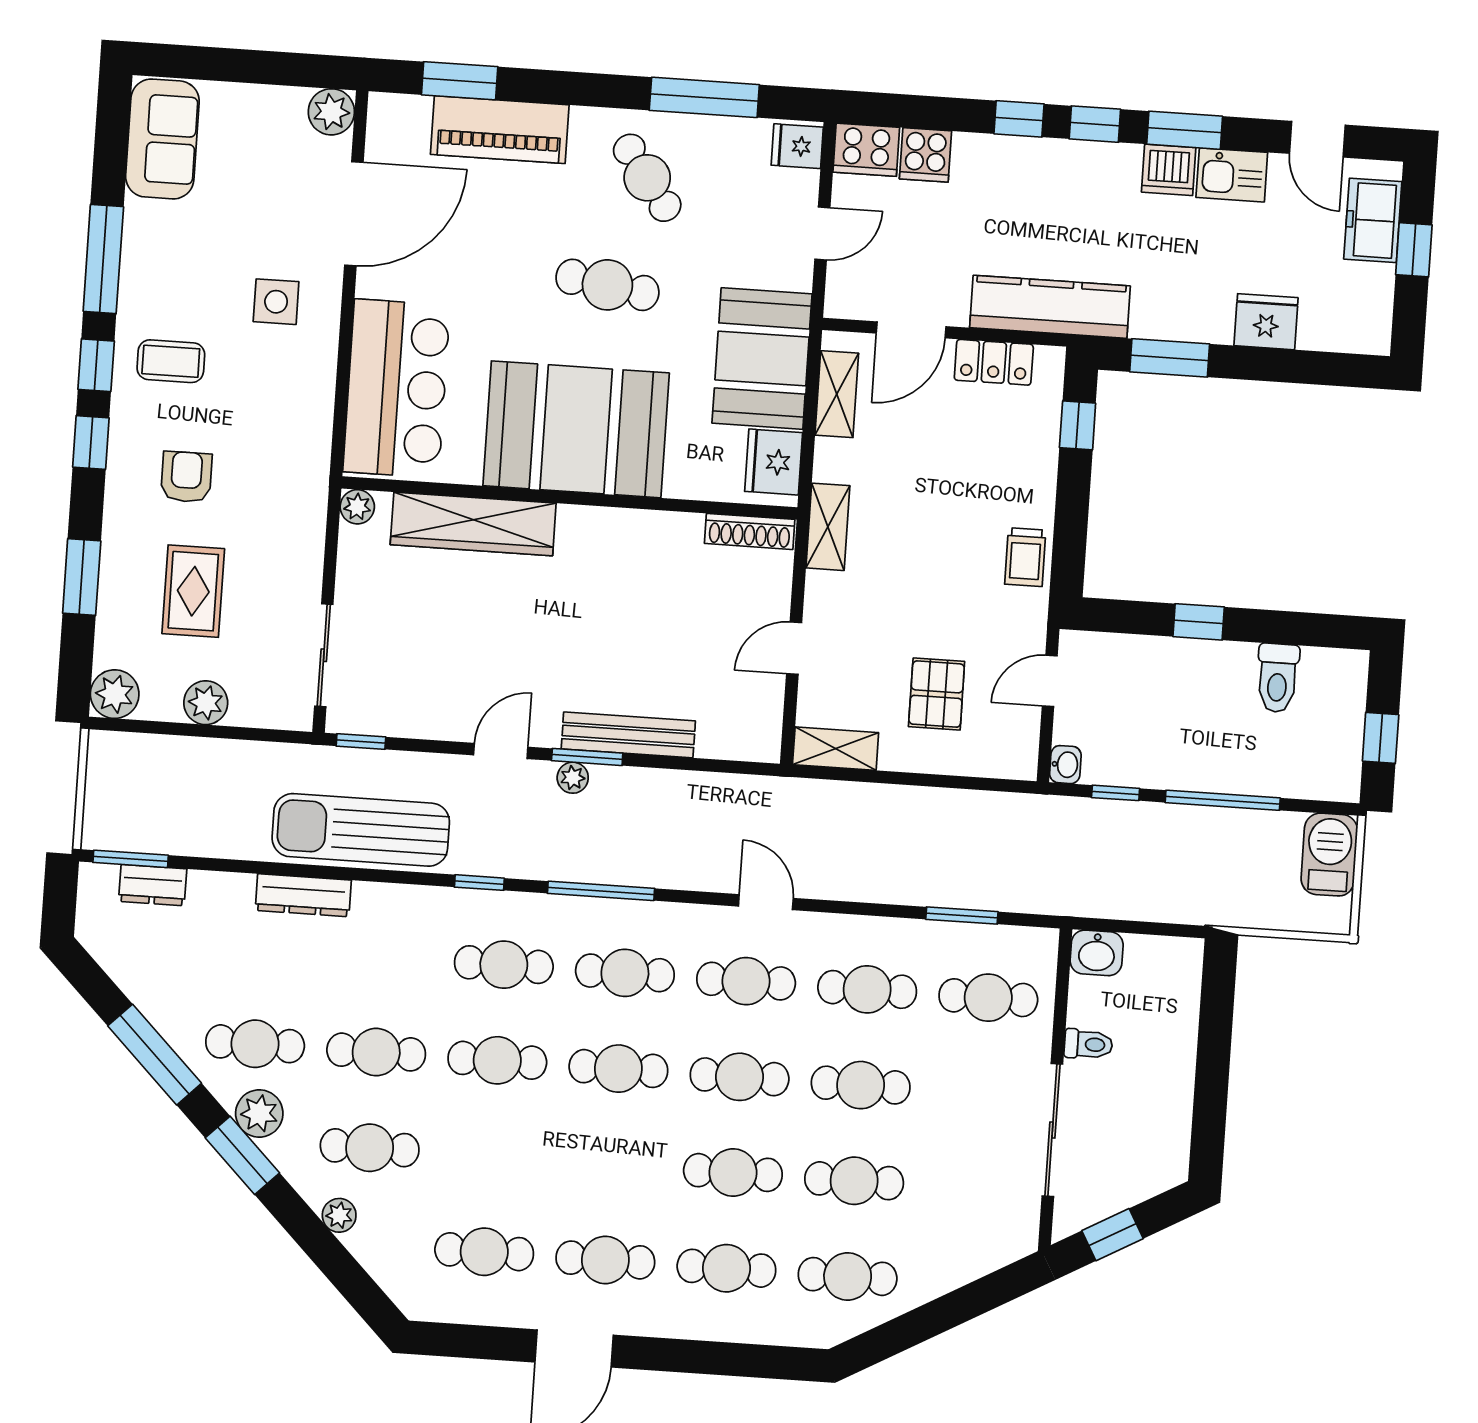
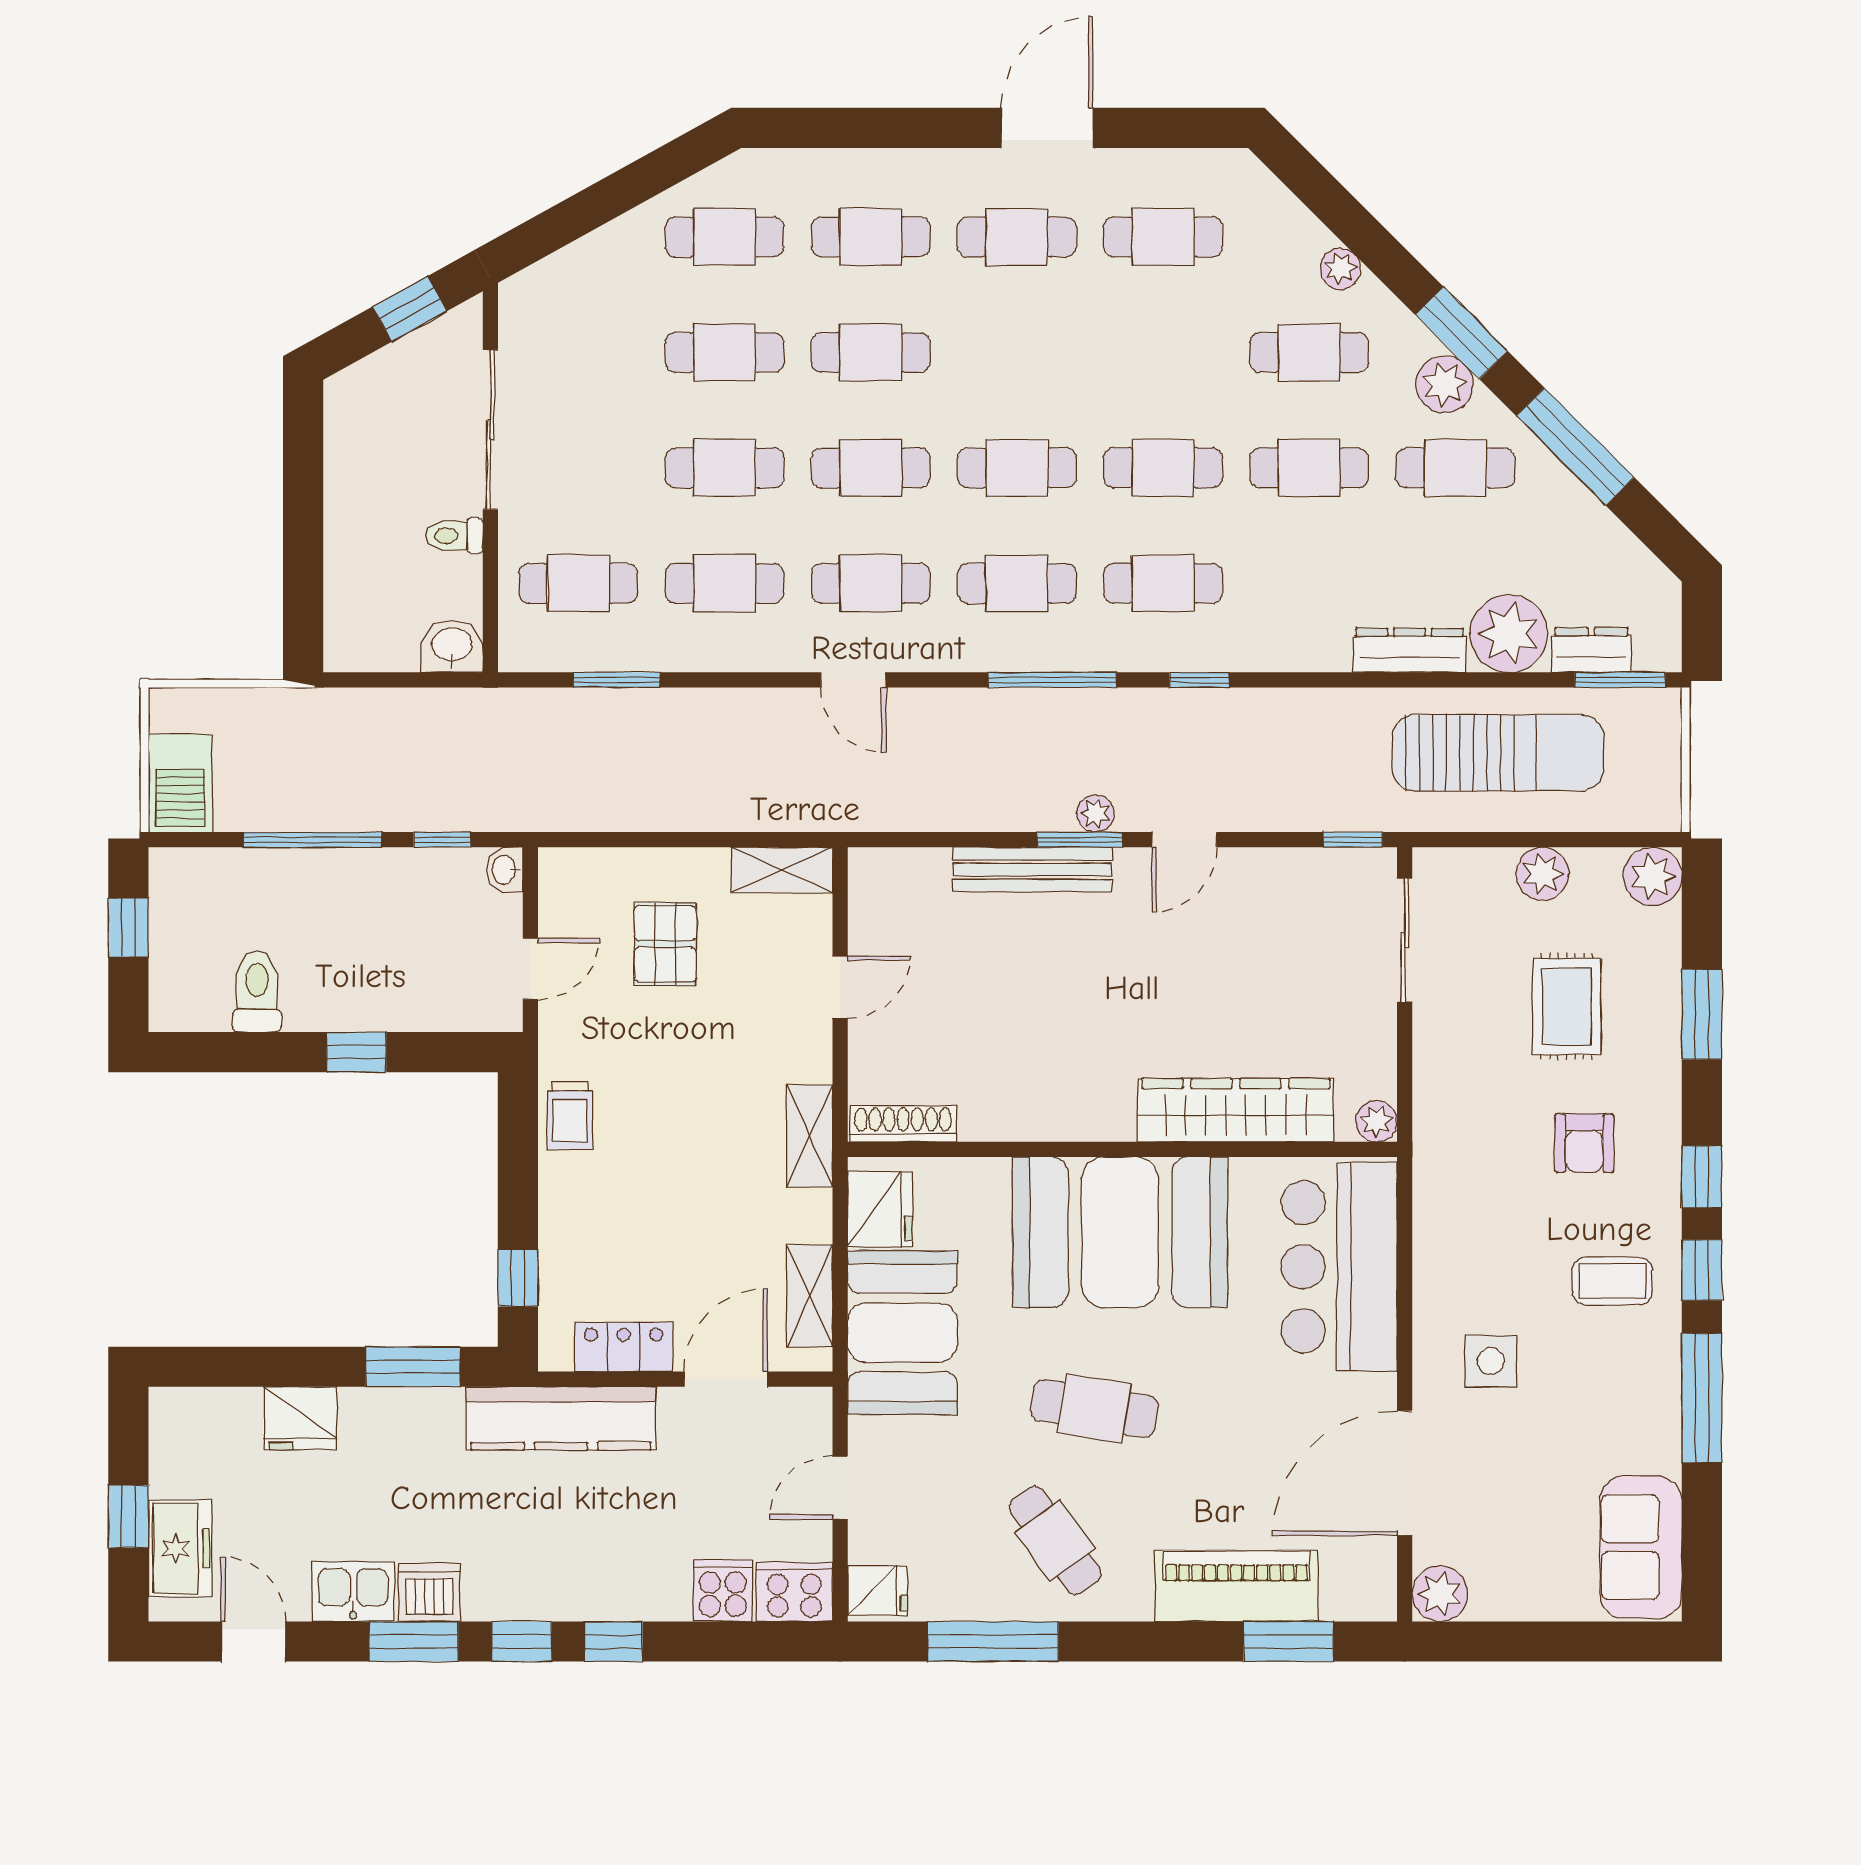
trolley: (1025, 557) -> (570, 1116), turned 180
sun lounger: (361, 830) -> (1498, 753), moved
plant: (220, 903) -> (1509, 634), added

